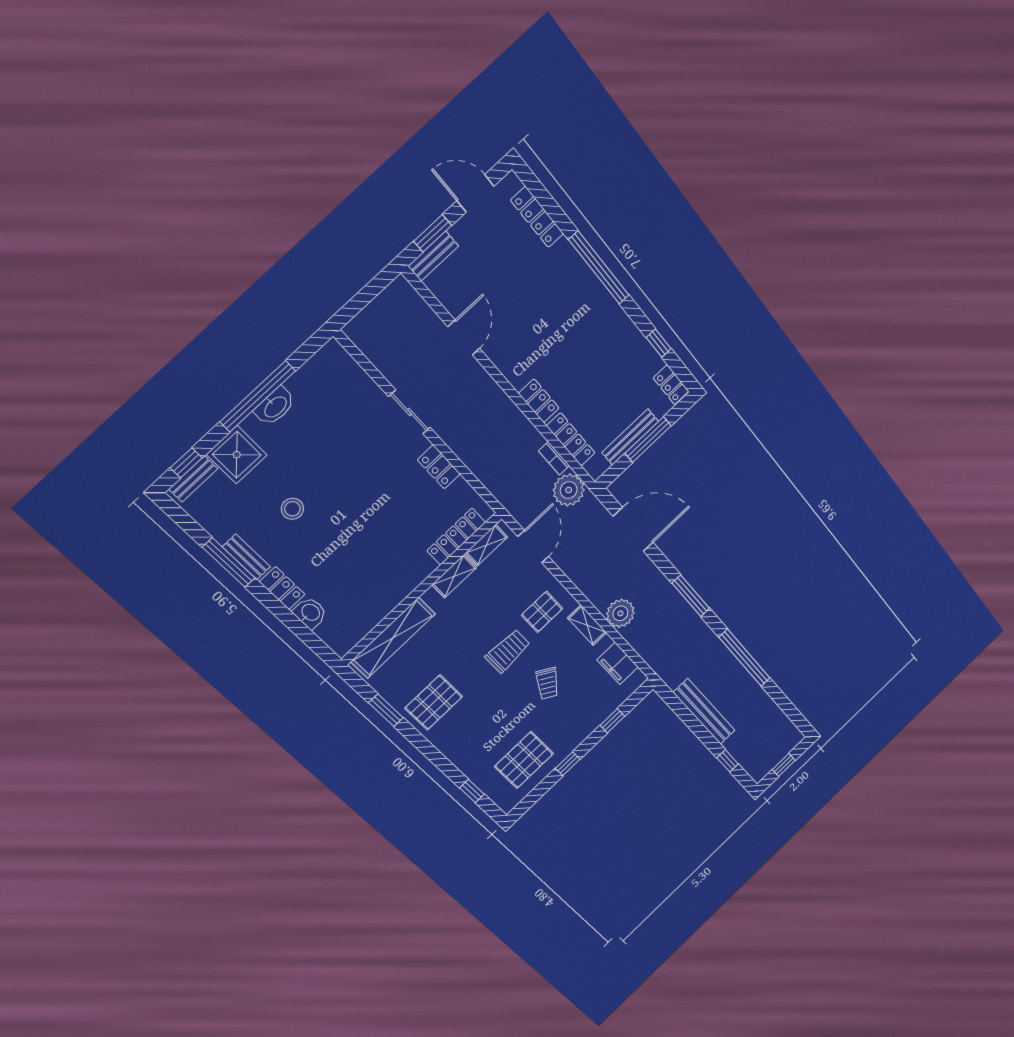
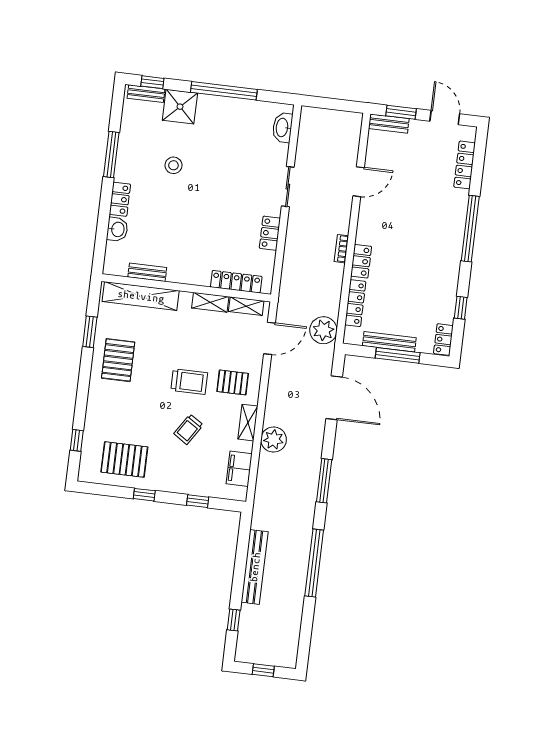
washbasin: (275, 406) -> (282, 128), moved, turned 90
bookcase: (554, 458) -> (341, 249), moved
bench: (246, 557) -> (147, 272), moved, turned 90
pallet: (434, 702) -> (118, 360), turned 90

